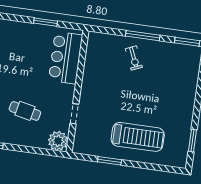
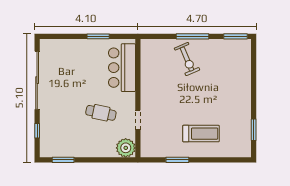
exercise bike: (134, 58) -> (187, 59), width x1.38, depth x1.39
cafe table: (25, 111) -> (101, 113), moved
treadmill: (138, 137) -> (201, 134), width x0.73, depth x0.73

